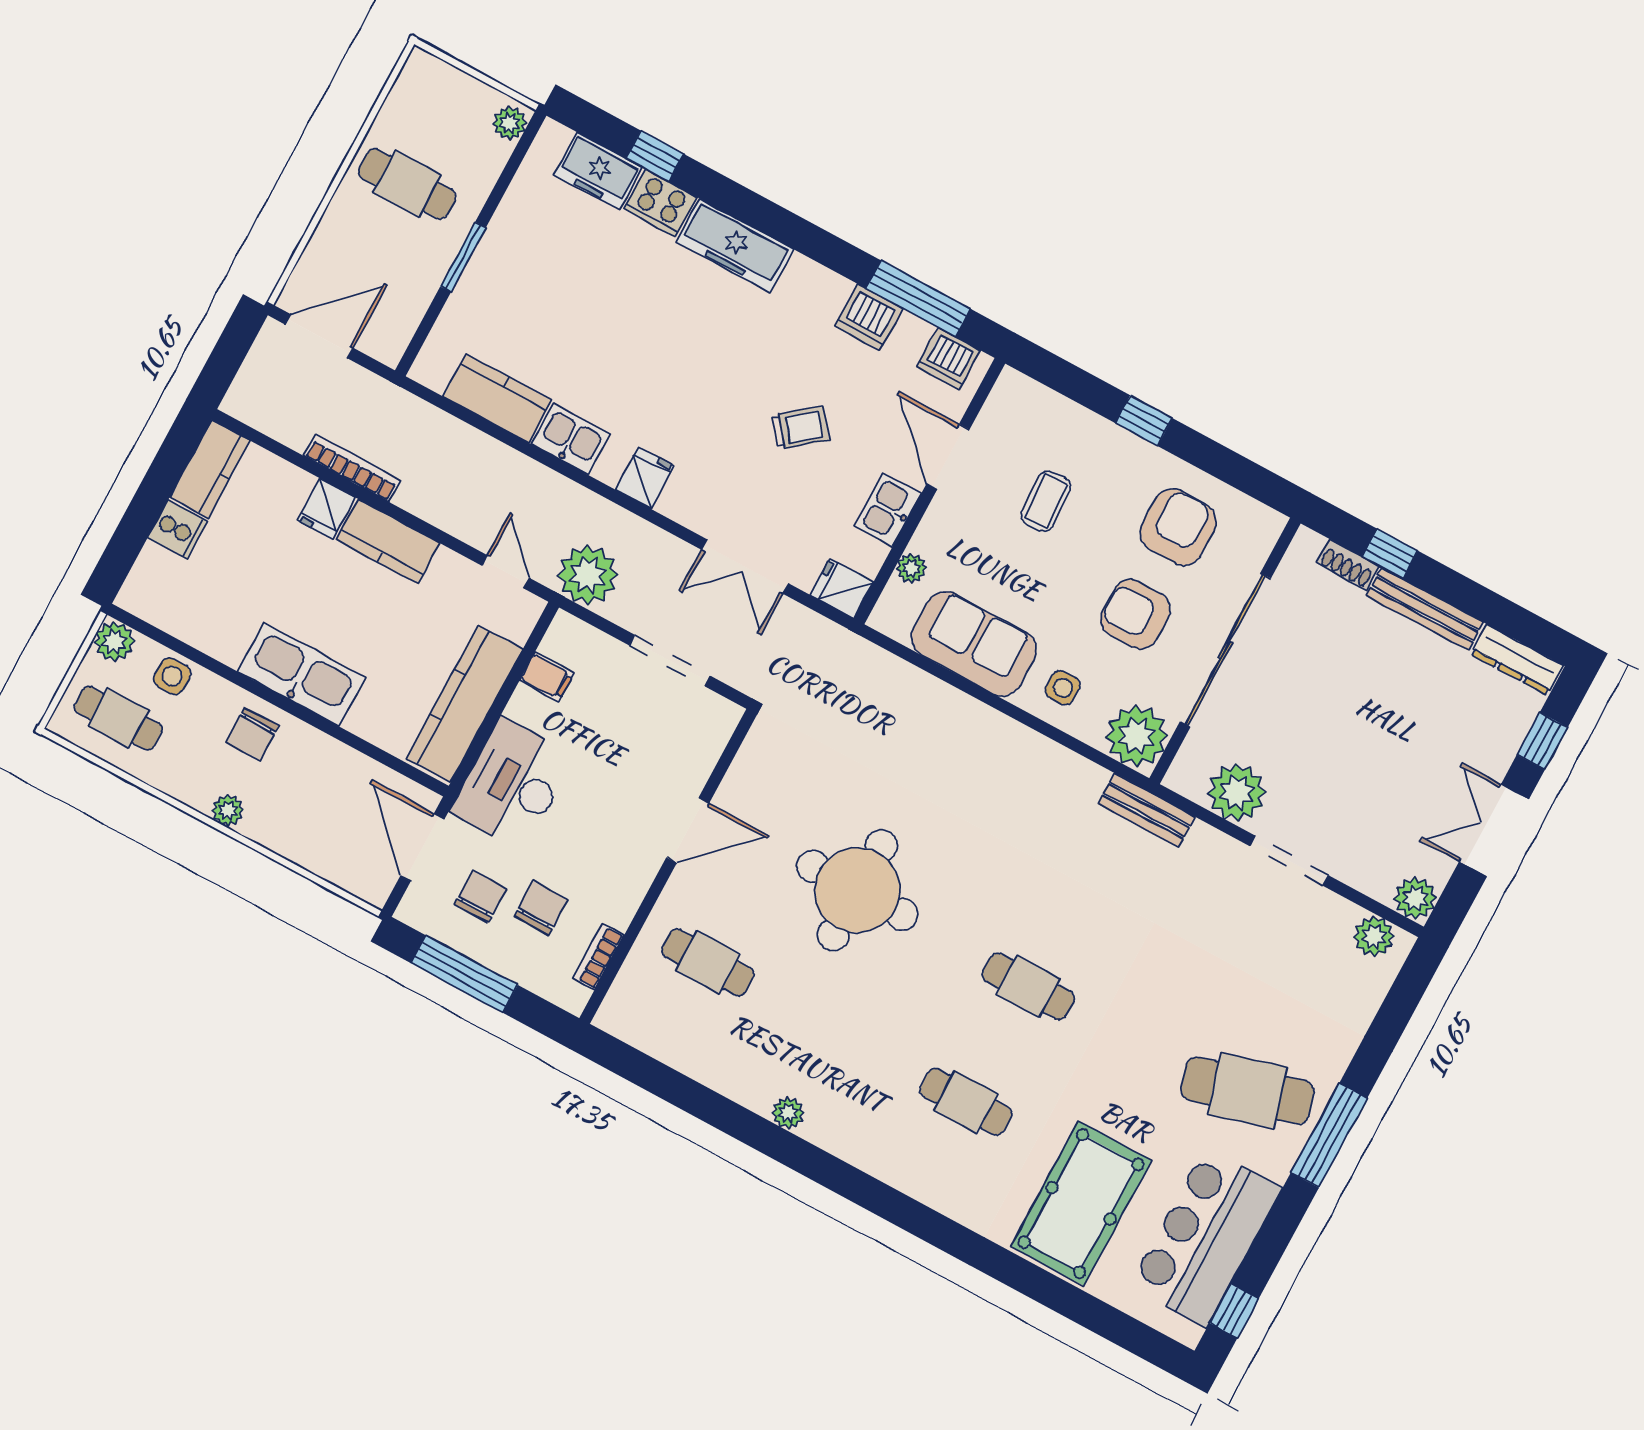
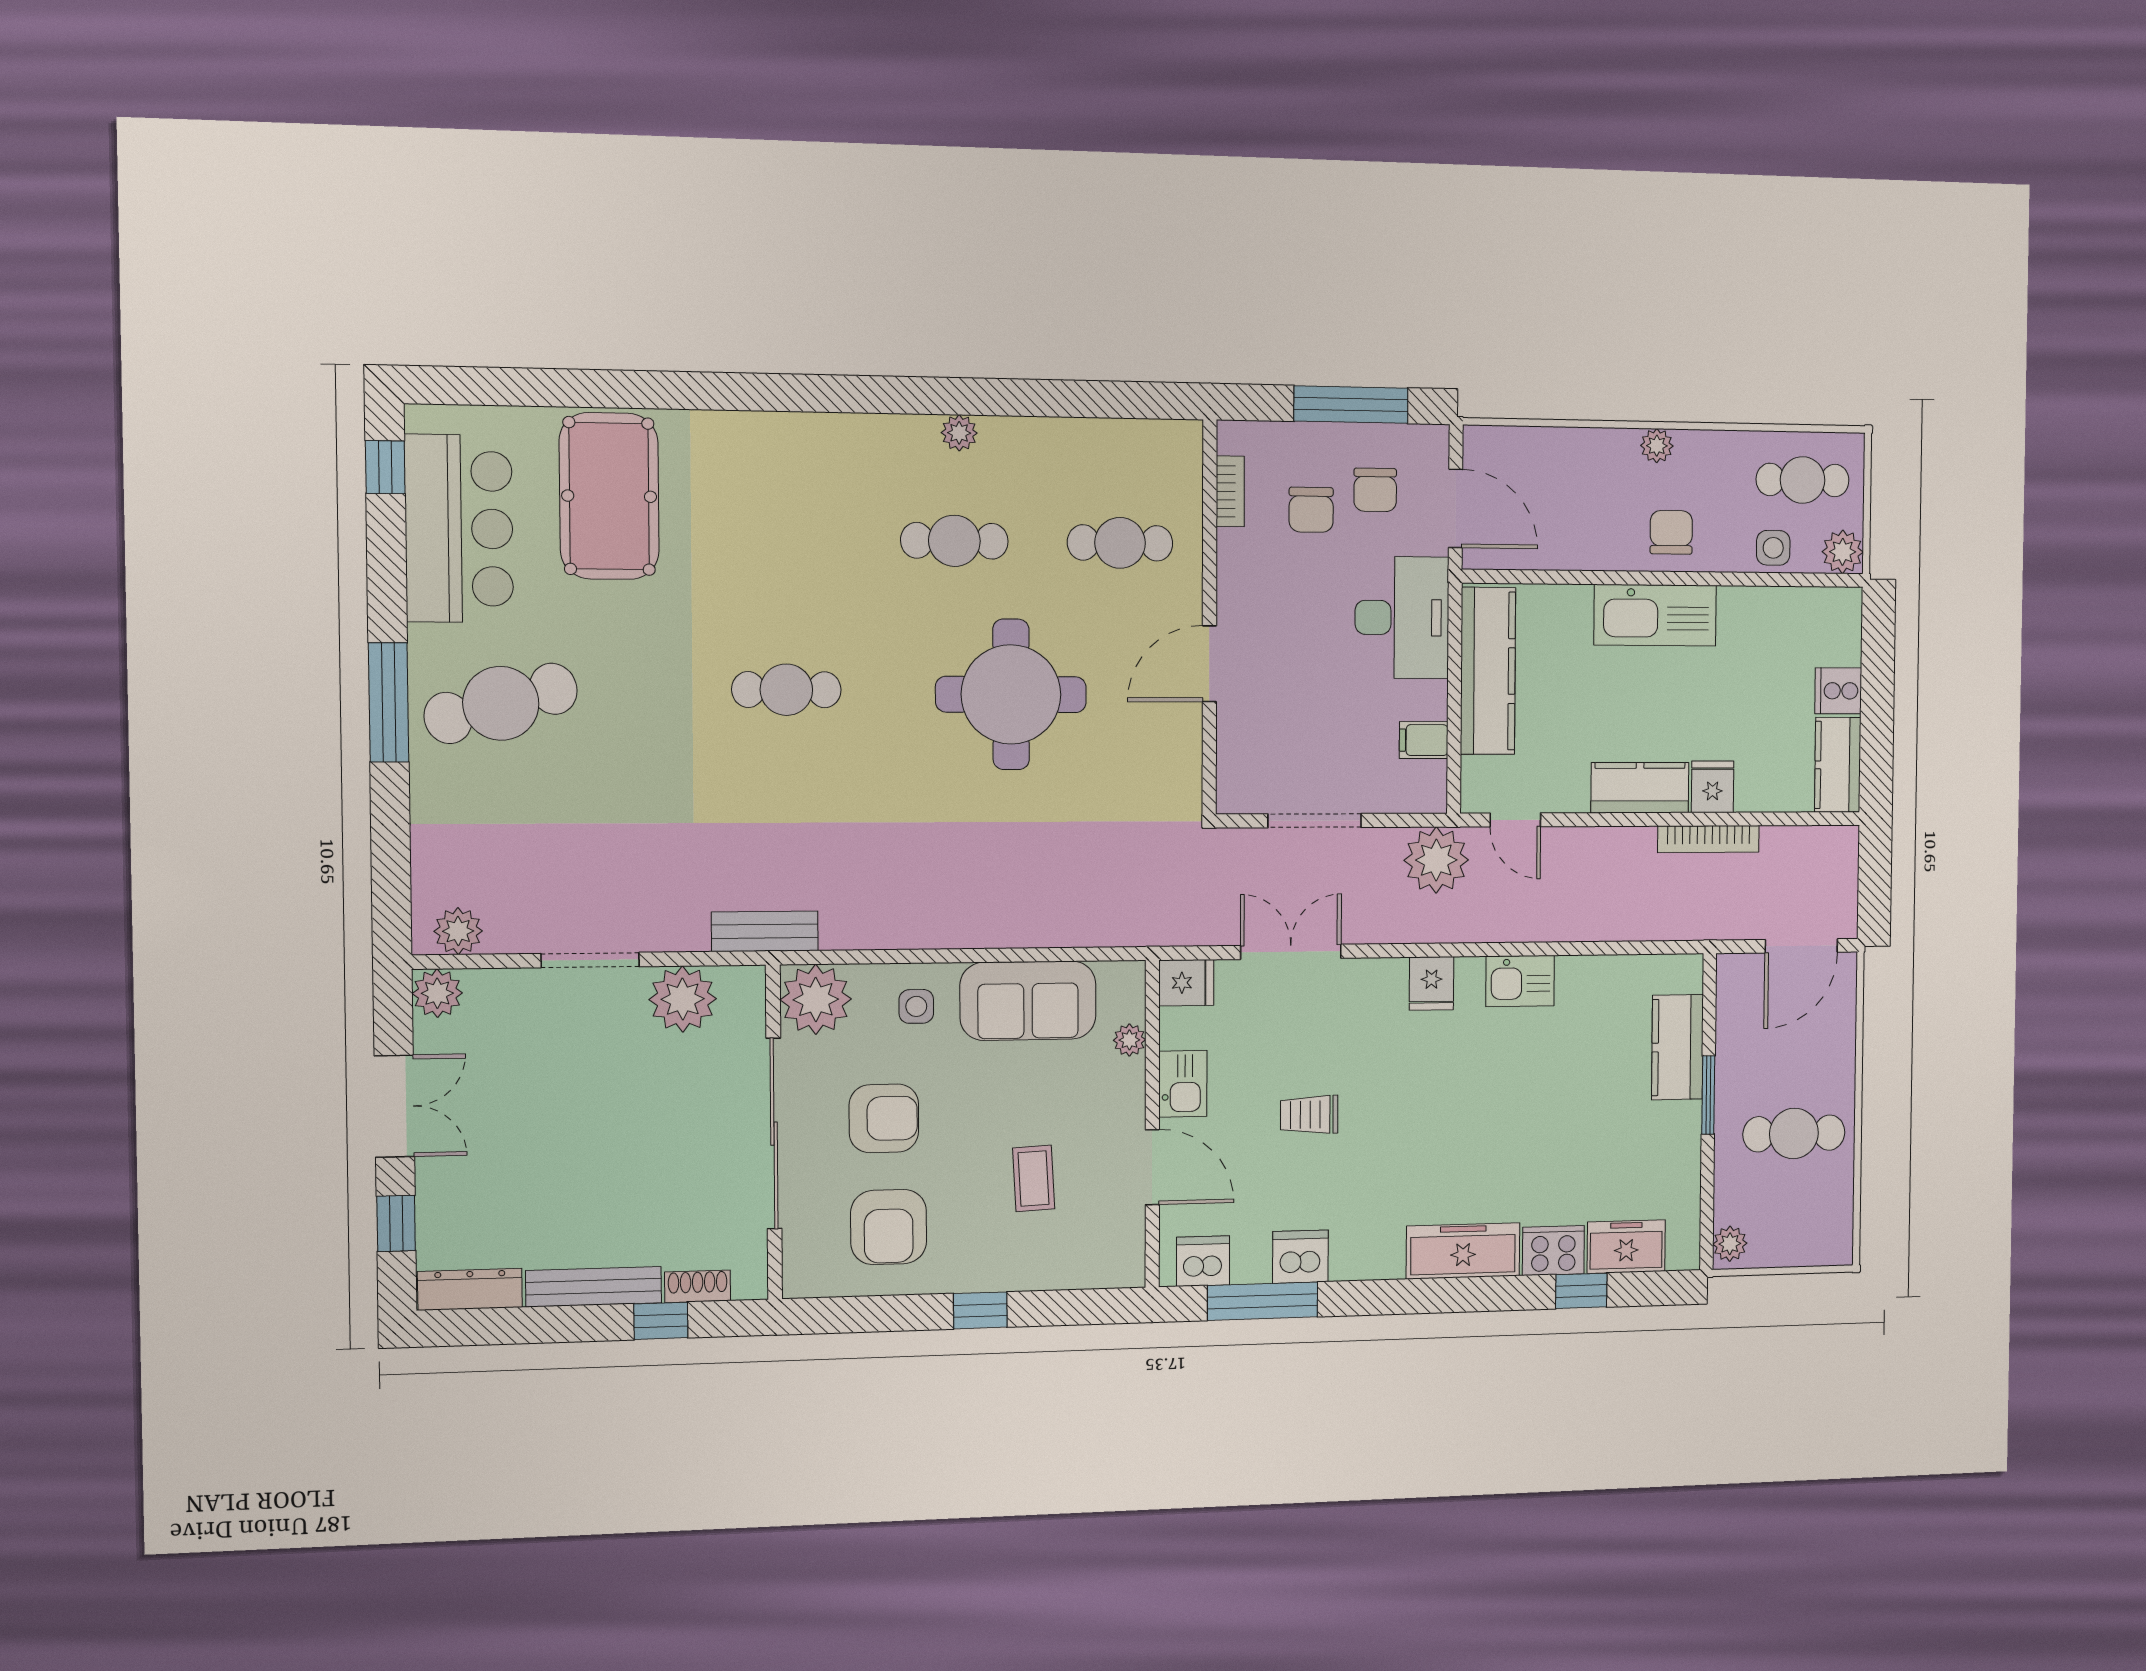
kitchen counter: (497, 398) -> (1677, 1047), moved, turned 90
trolley: (800, 428) -> (1309, 1115), turned 38
cafe table: (966, 1102) -> (954, 541), moved

